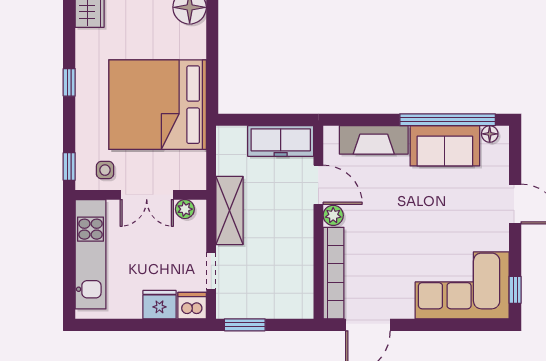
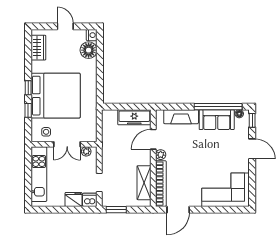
bed: (158, 105) -> (56, 96), moved, turned 180
window: (69, 166) -> (28, 110), moved
door: (318, 185) -> (153, 139), swing flipped
shelving: (229, 210) -> (144, 183), moved
window: (515, 290) -> (252, 120), moved

